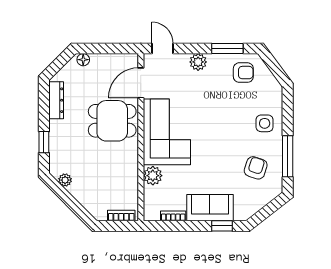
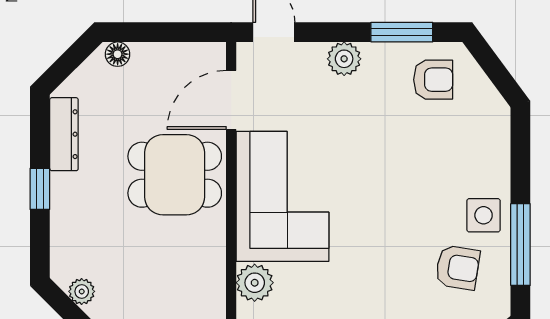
side table: (265, 123) -> (484, 215), moved
window: (44, 142) -> (40, 189), moved
armchair: (256, 168) -> (458, 268), turned 81

